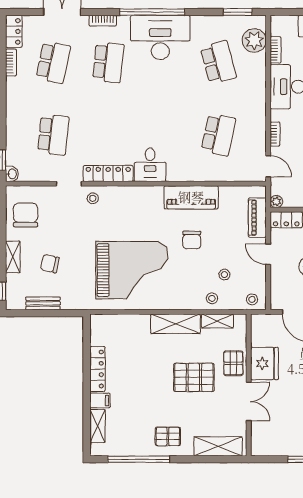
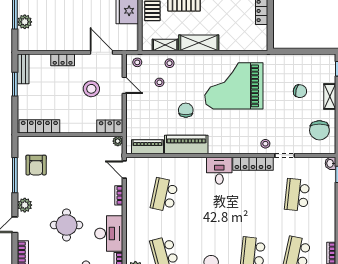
piano: (257, 218) -> (148, 147), moved, turned -90
door: (268, 254) -> (124, 85), moved
bench: (43, 303) -> (305, 59), removed

